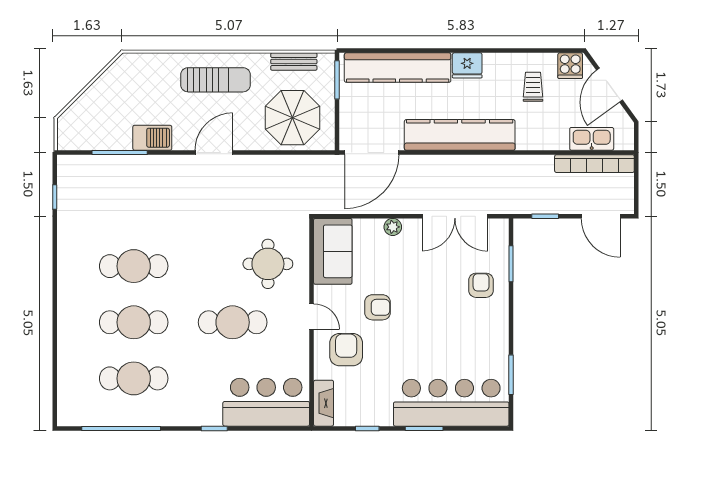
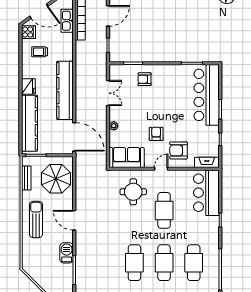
double door: (455, 216) -> (108, 93), width x0.73

